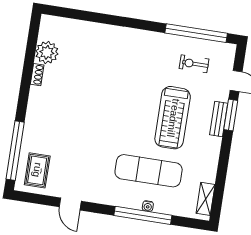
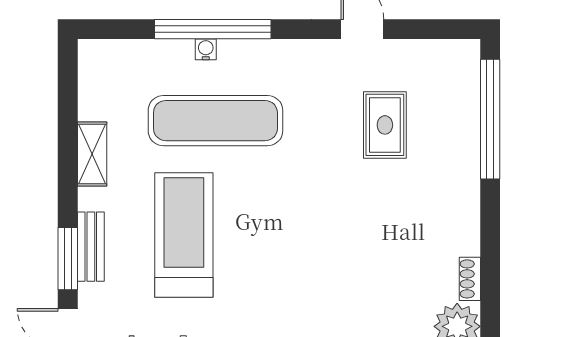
rug: (37, 170) -> (385, 125), moved
shelving: (206, 199) -> (92, 154), moved

